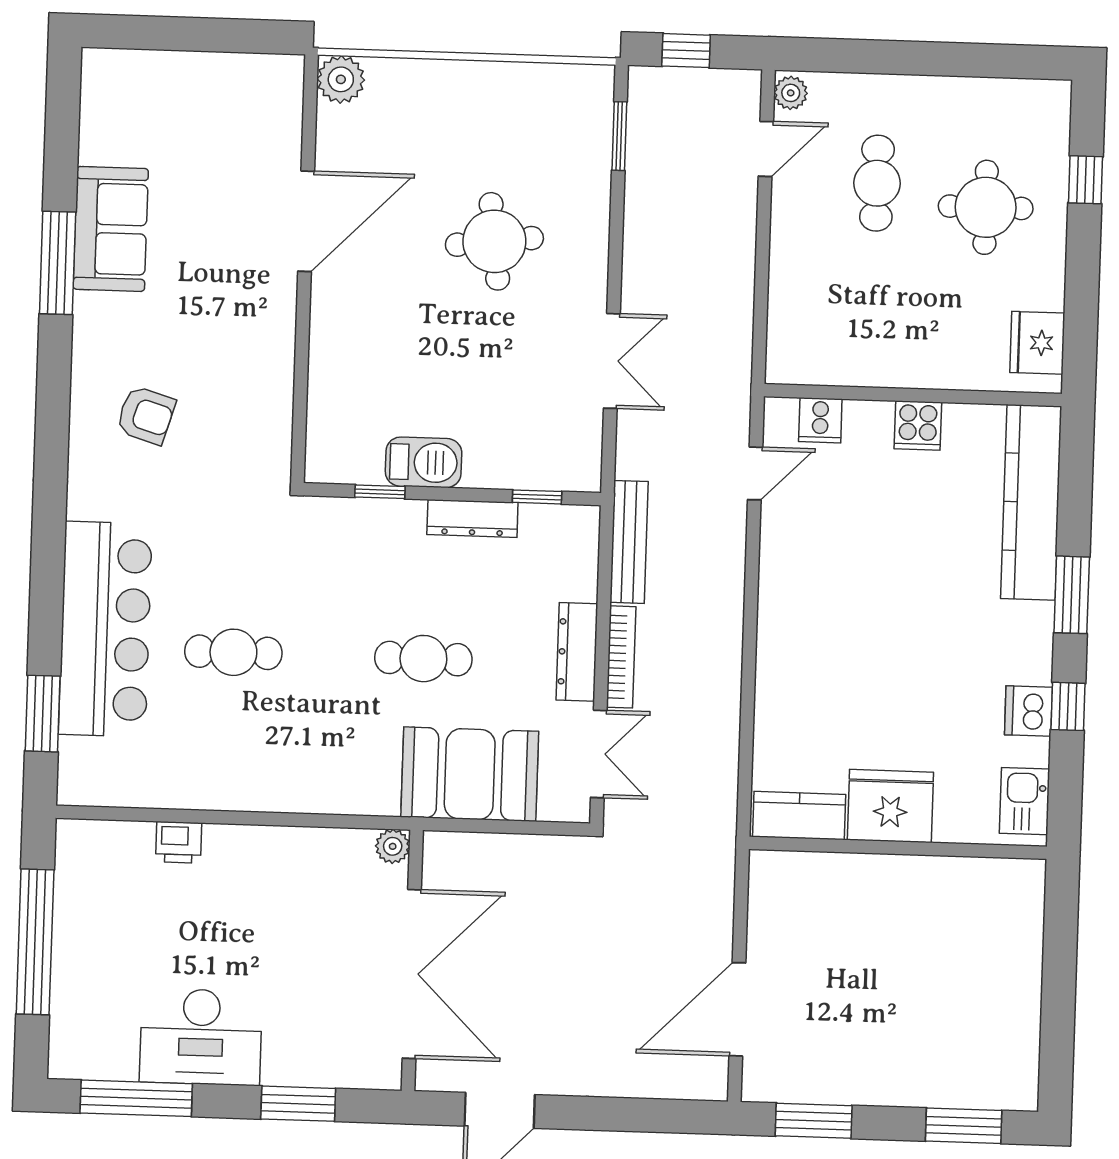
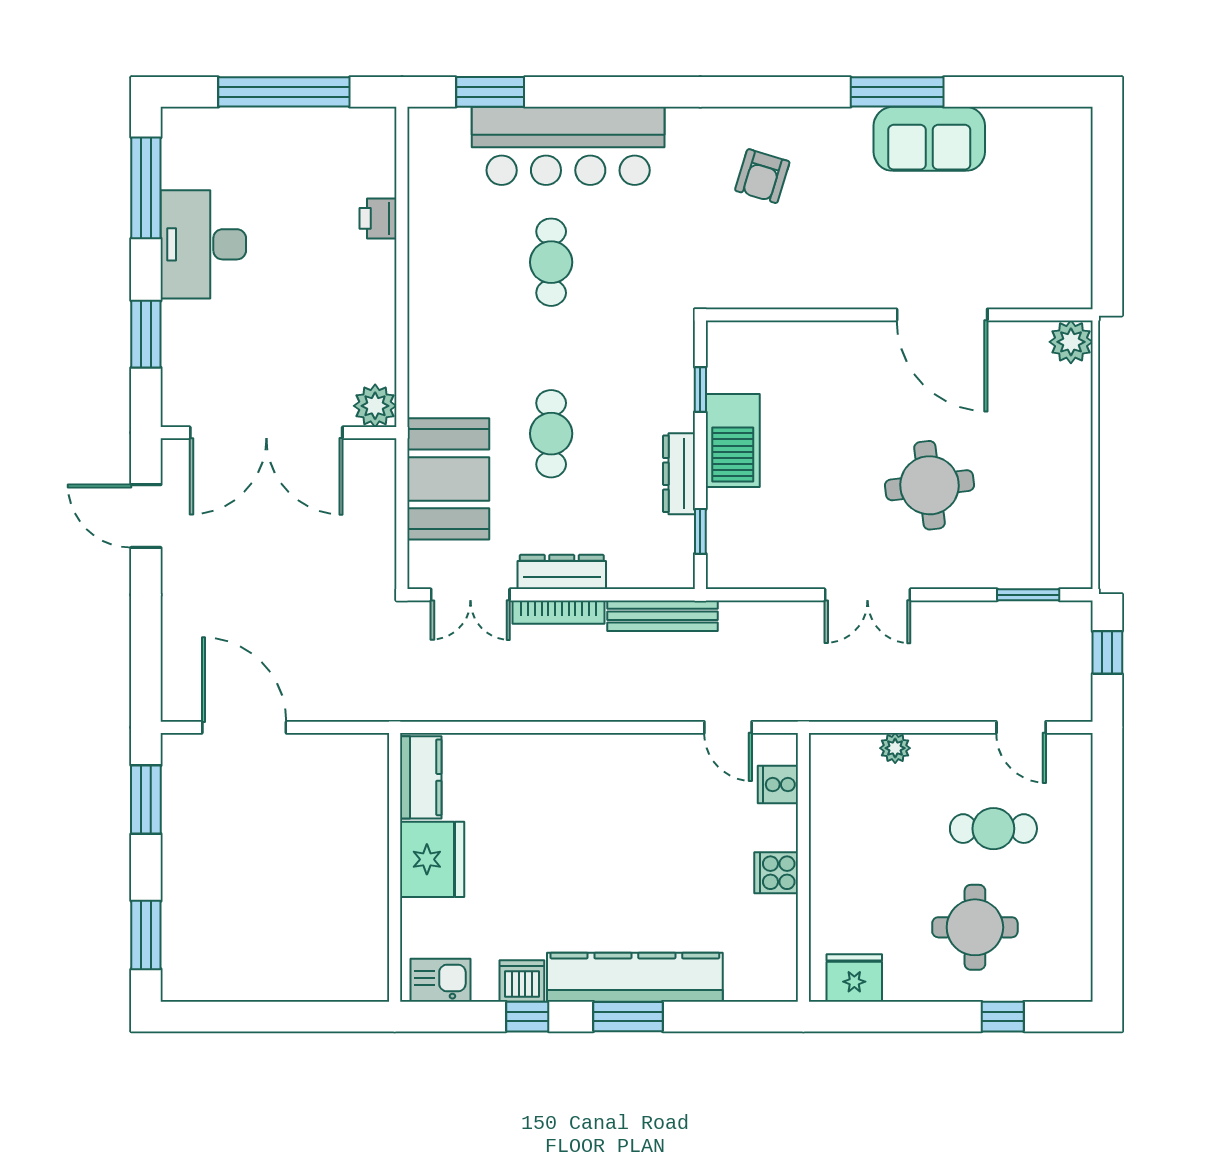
plant: (791, 93) -> (895, 748), moved
double door: (612, 361) -> (867, 595), moved
barbecue: (424, 462) -> (733, 441), width x1.37, depth x1.21
kitchen counter: (1031, 502) -> (635, 977), moved
plant: (393, 846) -> (375, 406), width x1.38, depth x1.38

